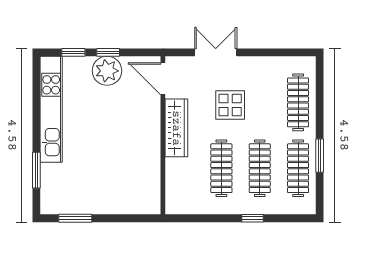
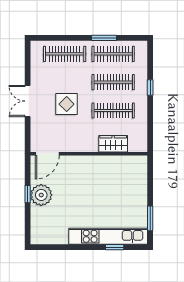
window: (73, 52) -> (28, 220), removed
double door: (216, 52) -> (28, 101), moved
kitchen unit: (51, 109) -> (108, 236), moved
wardrobe: (176, 128) -> (113, 144), moved, width x0.67
window: (36, 170) -> (115, 247), width x0.67

